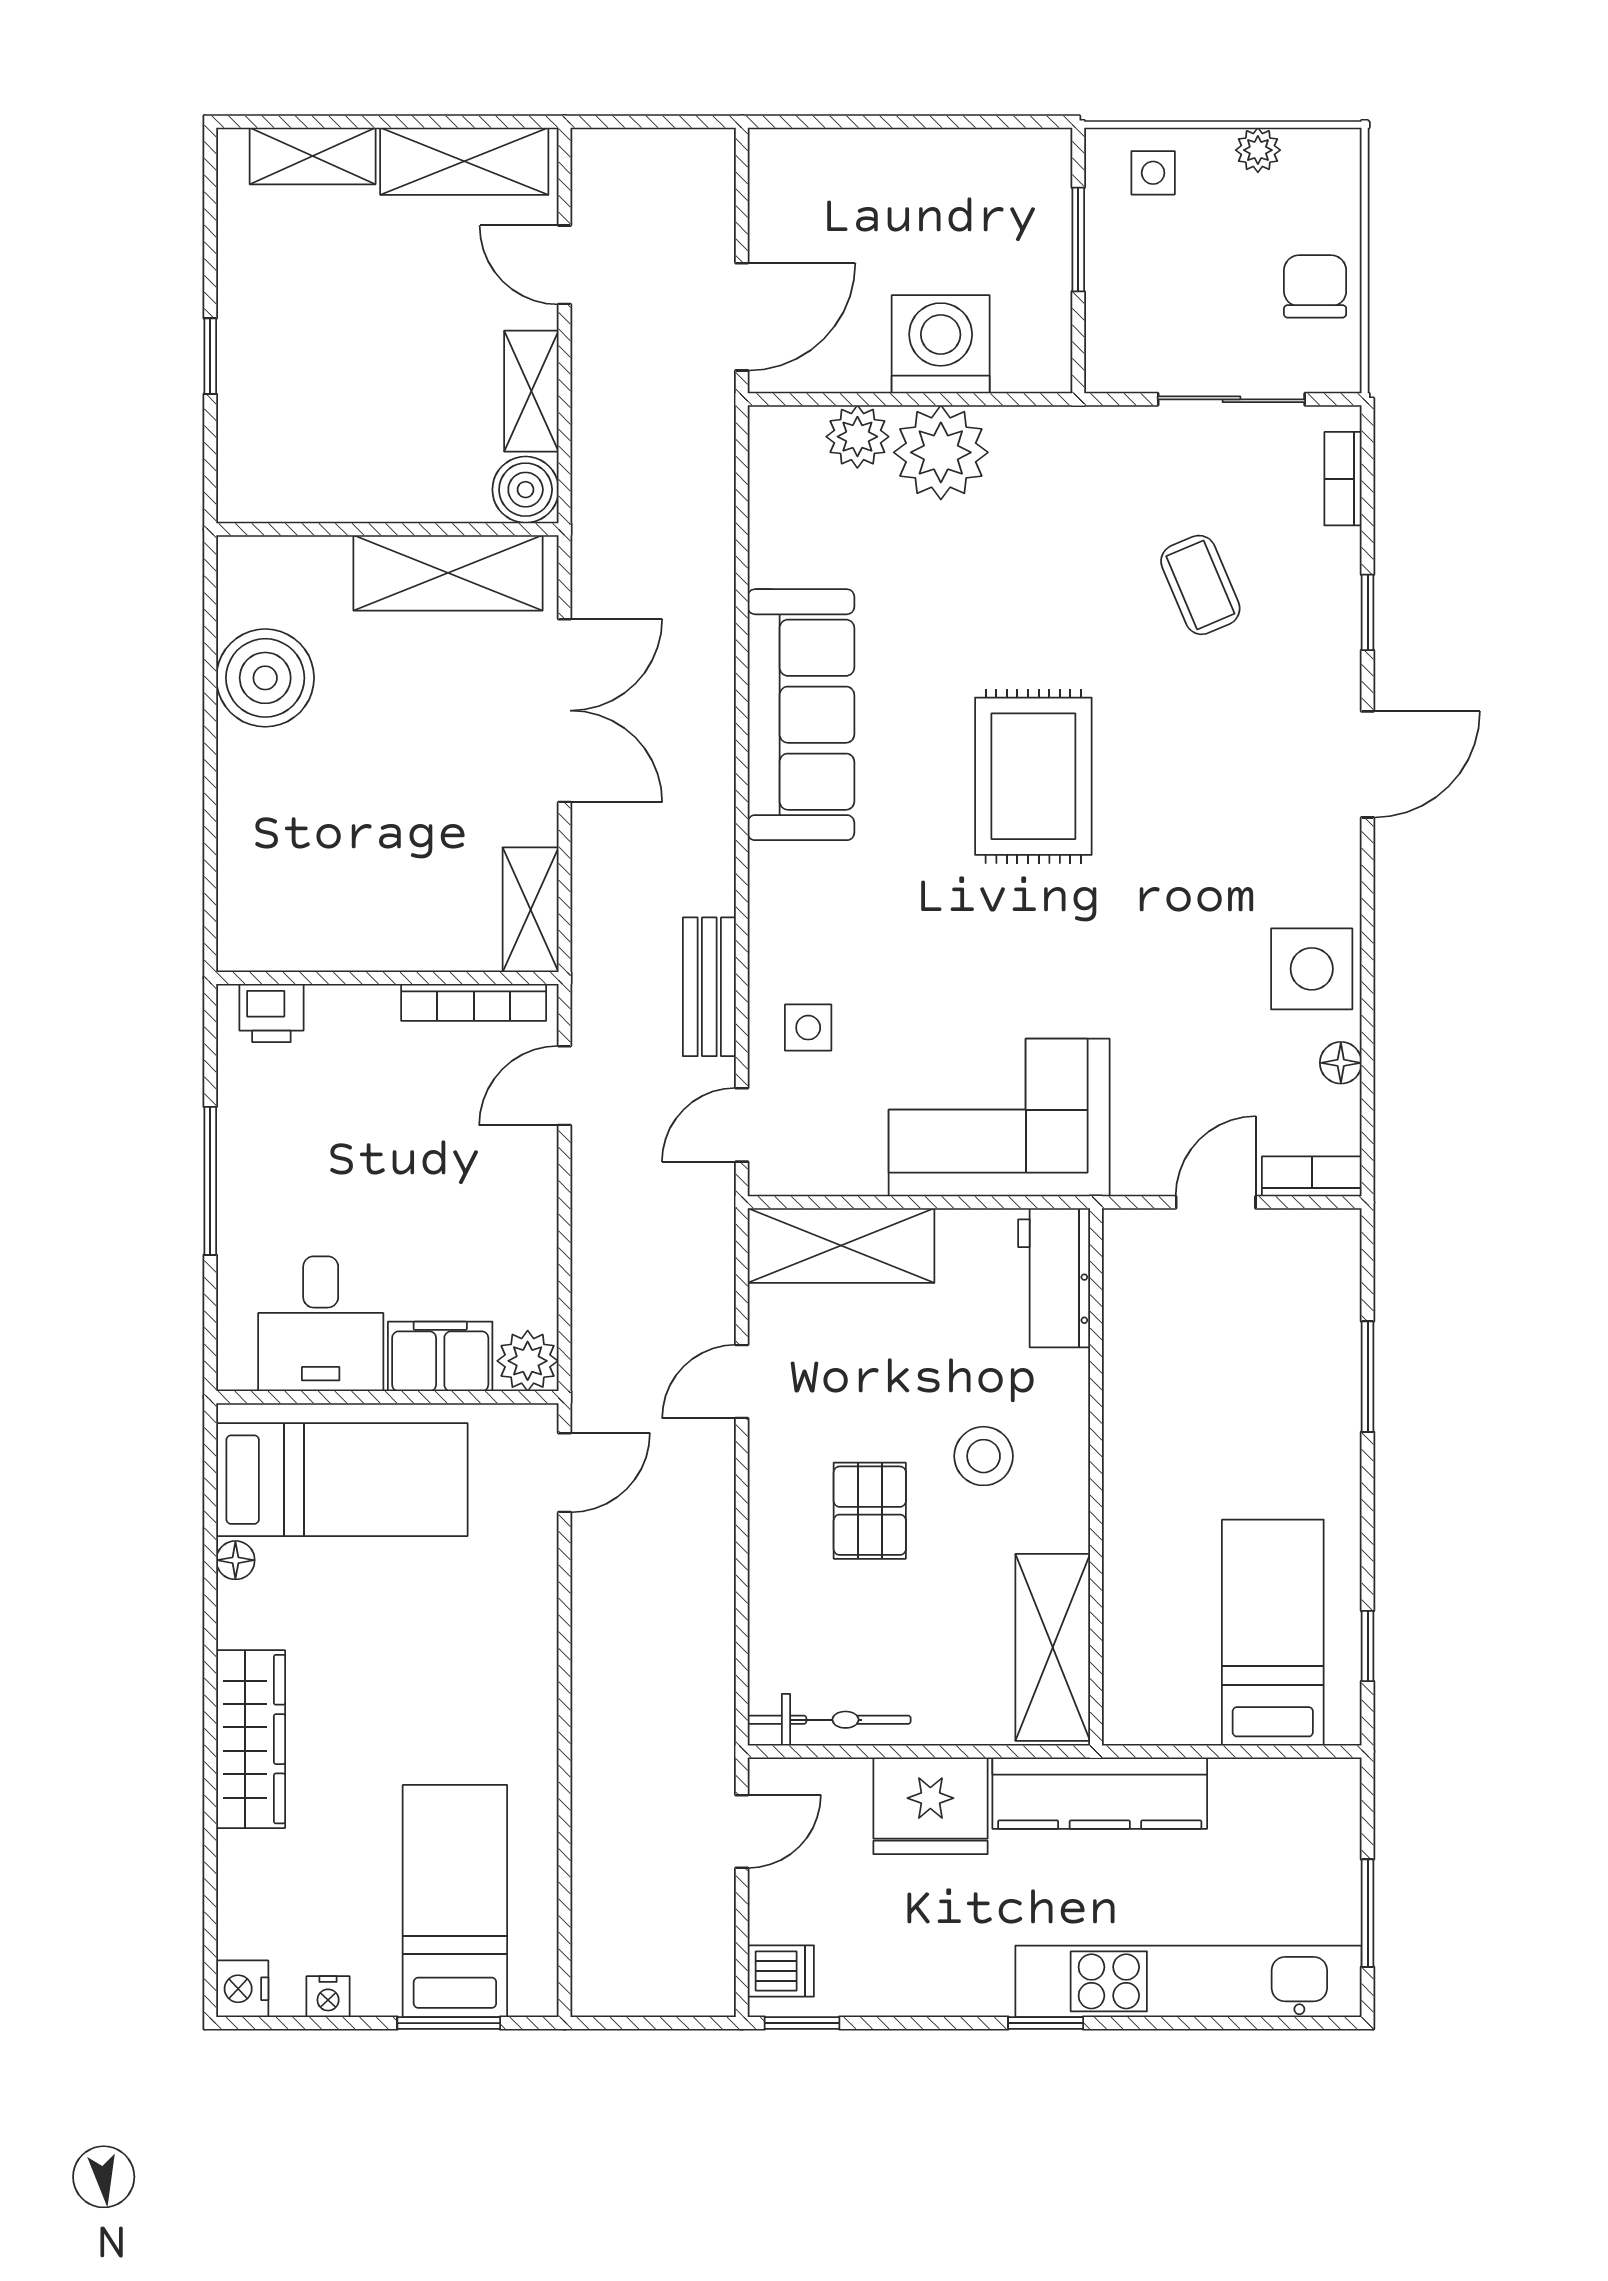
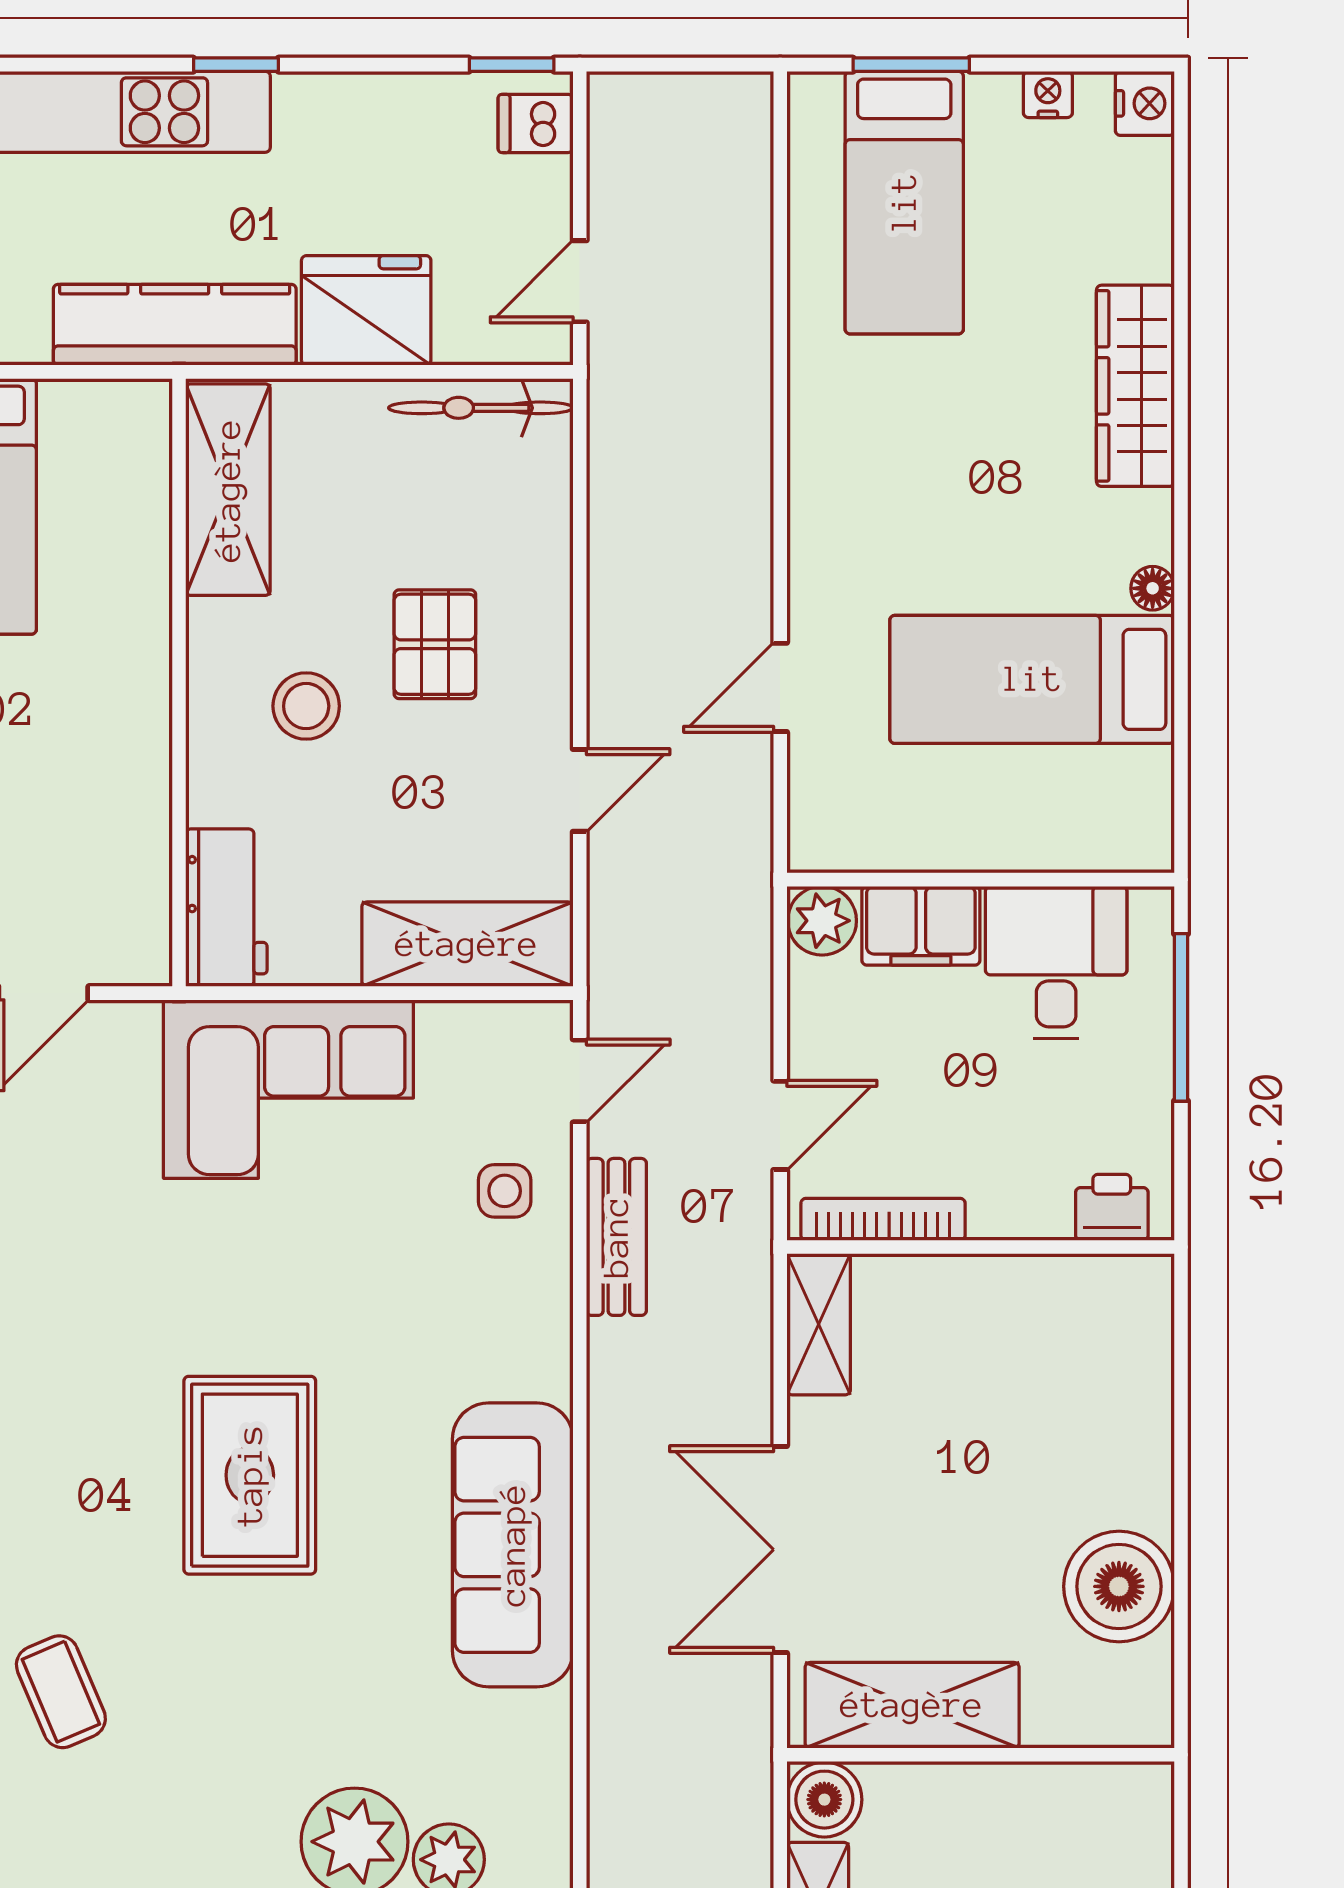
desk: (321, 1324) -> (1056, 963), moved
filing cabinet: (440, 1356) -> (921, 926), moved
plant: (528, 1361) -> (822, 921), moved
wall: (387, 1397) -> (981, 880), moved

